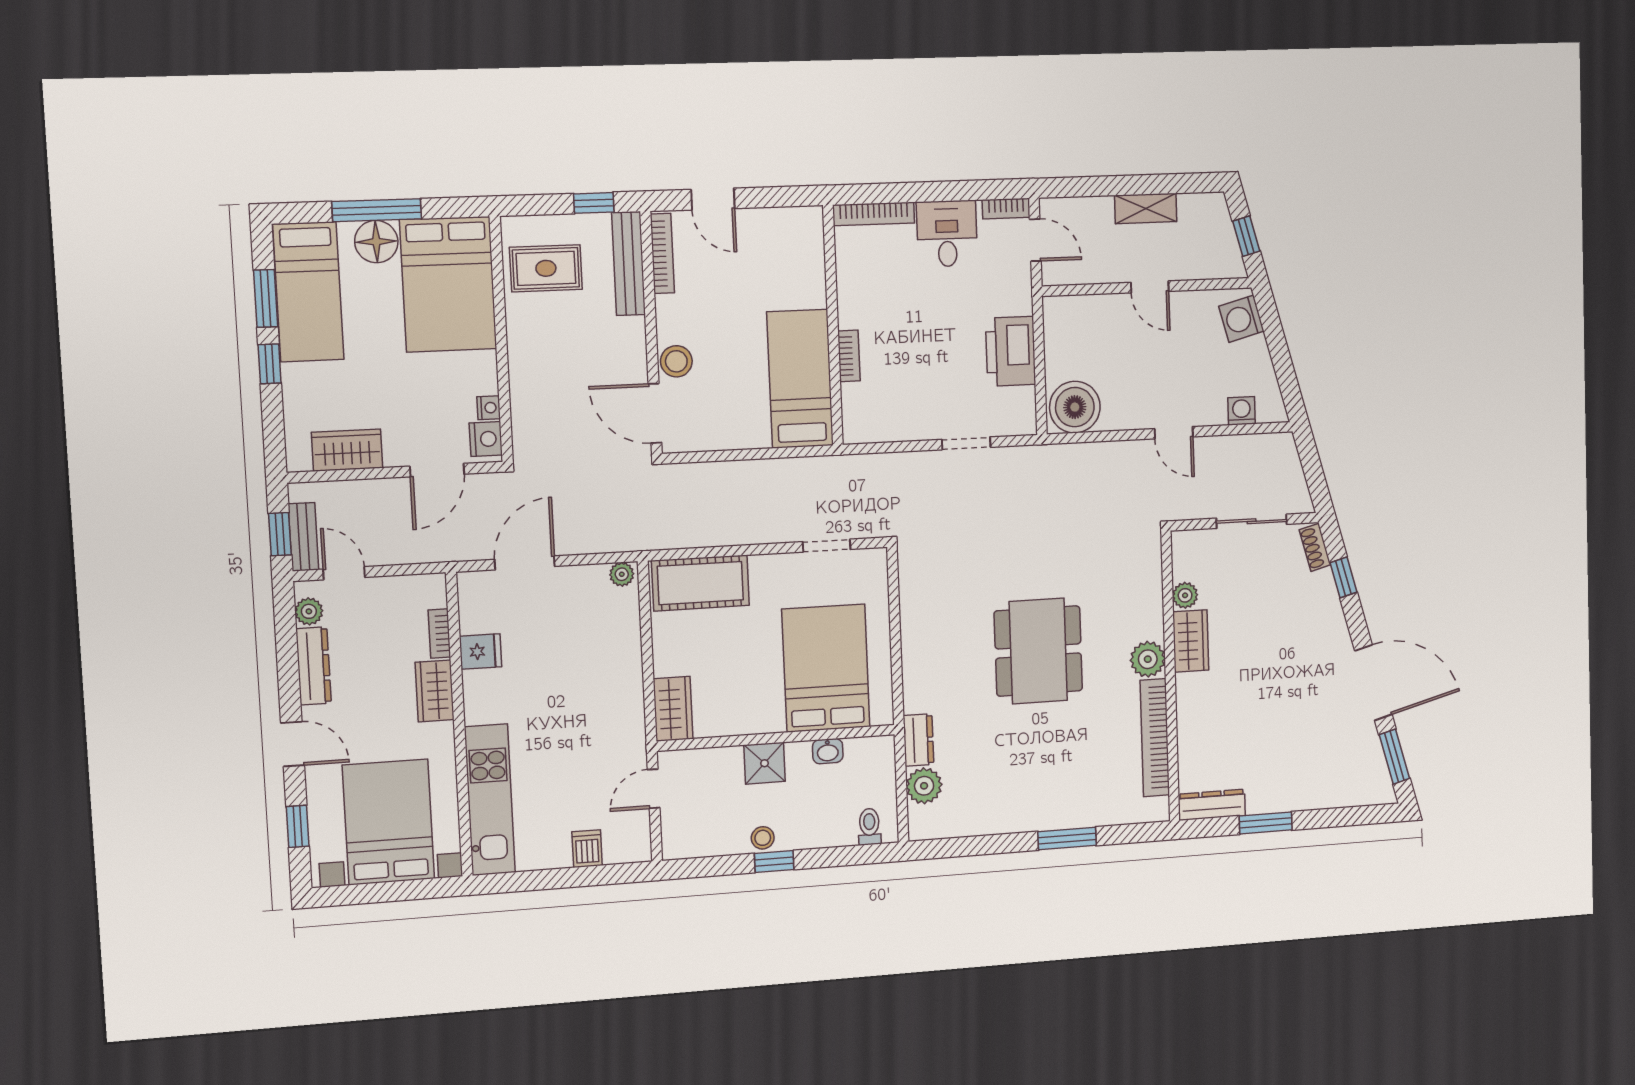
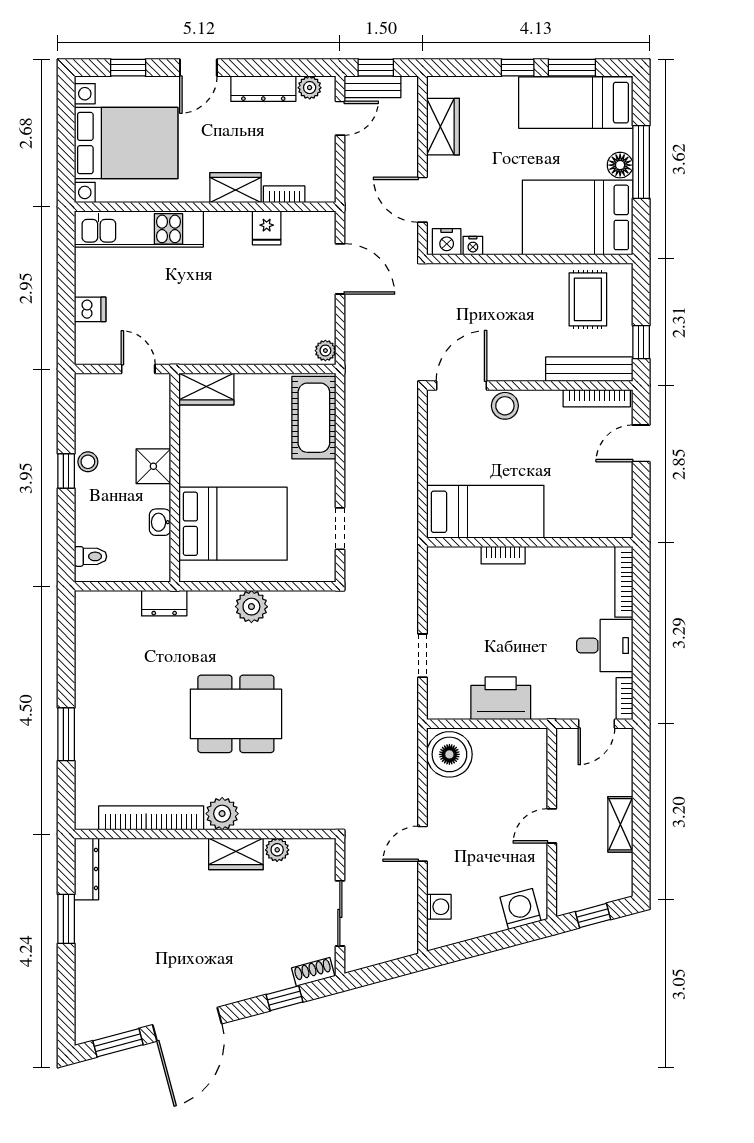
floor lamp: (376, 242) -> (620, 165), width x0.73, depth x0.73
plant: (924, 786) -> (251, 607), moved

